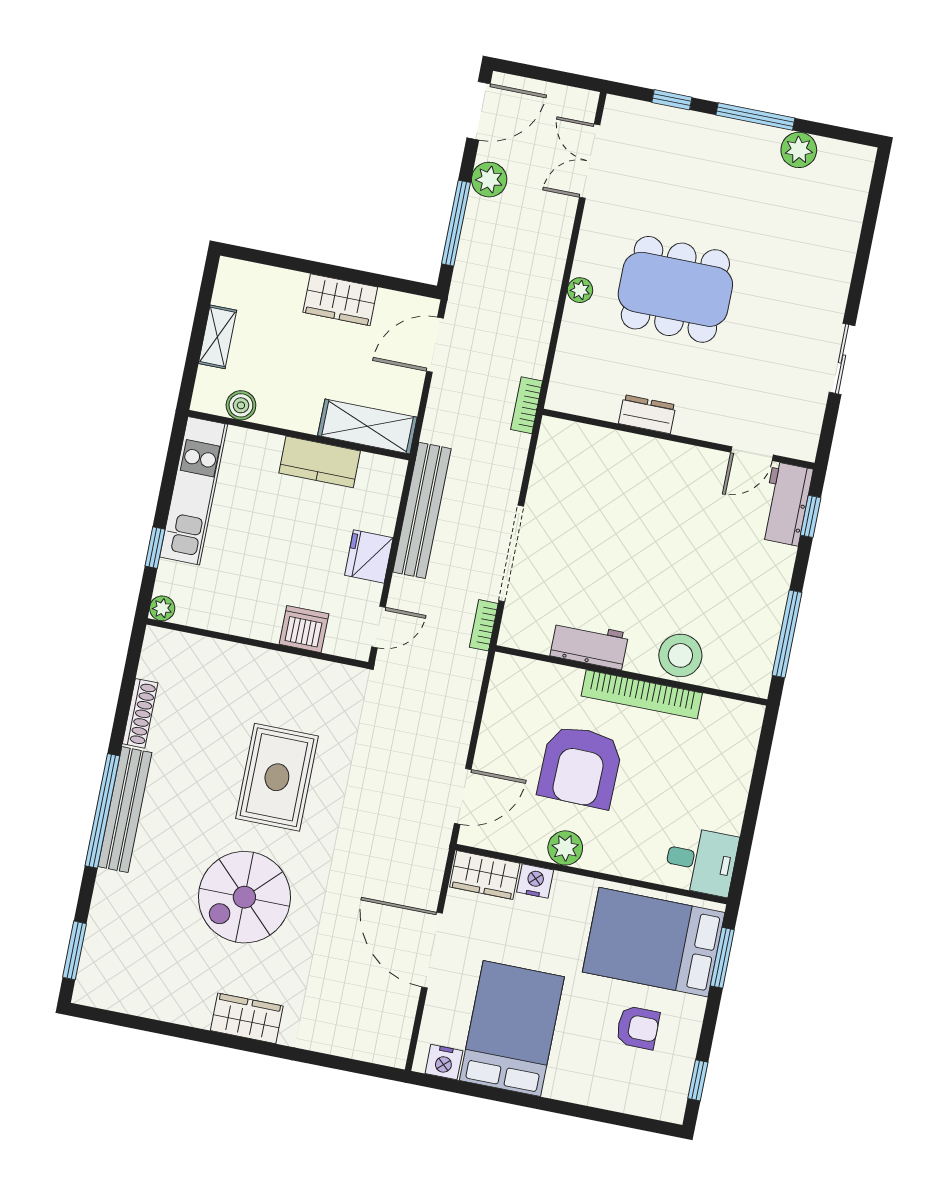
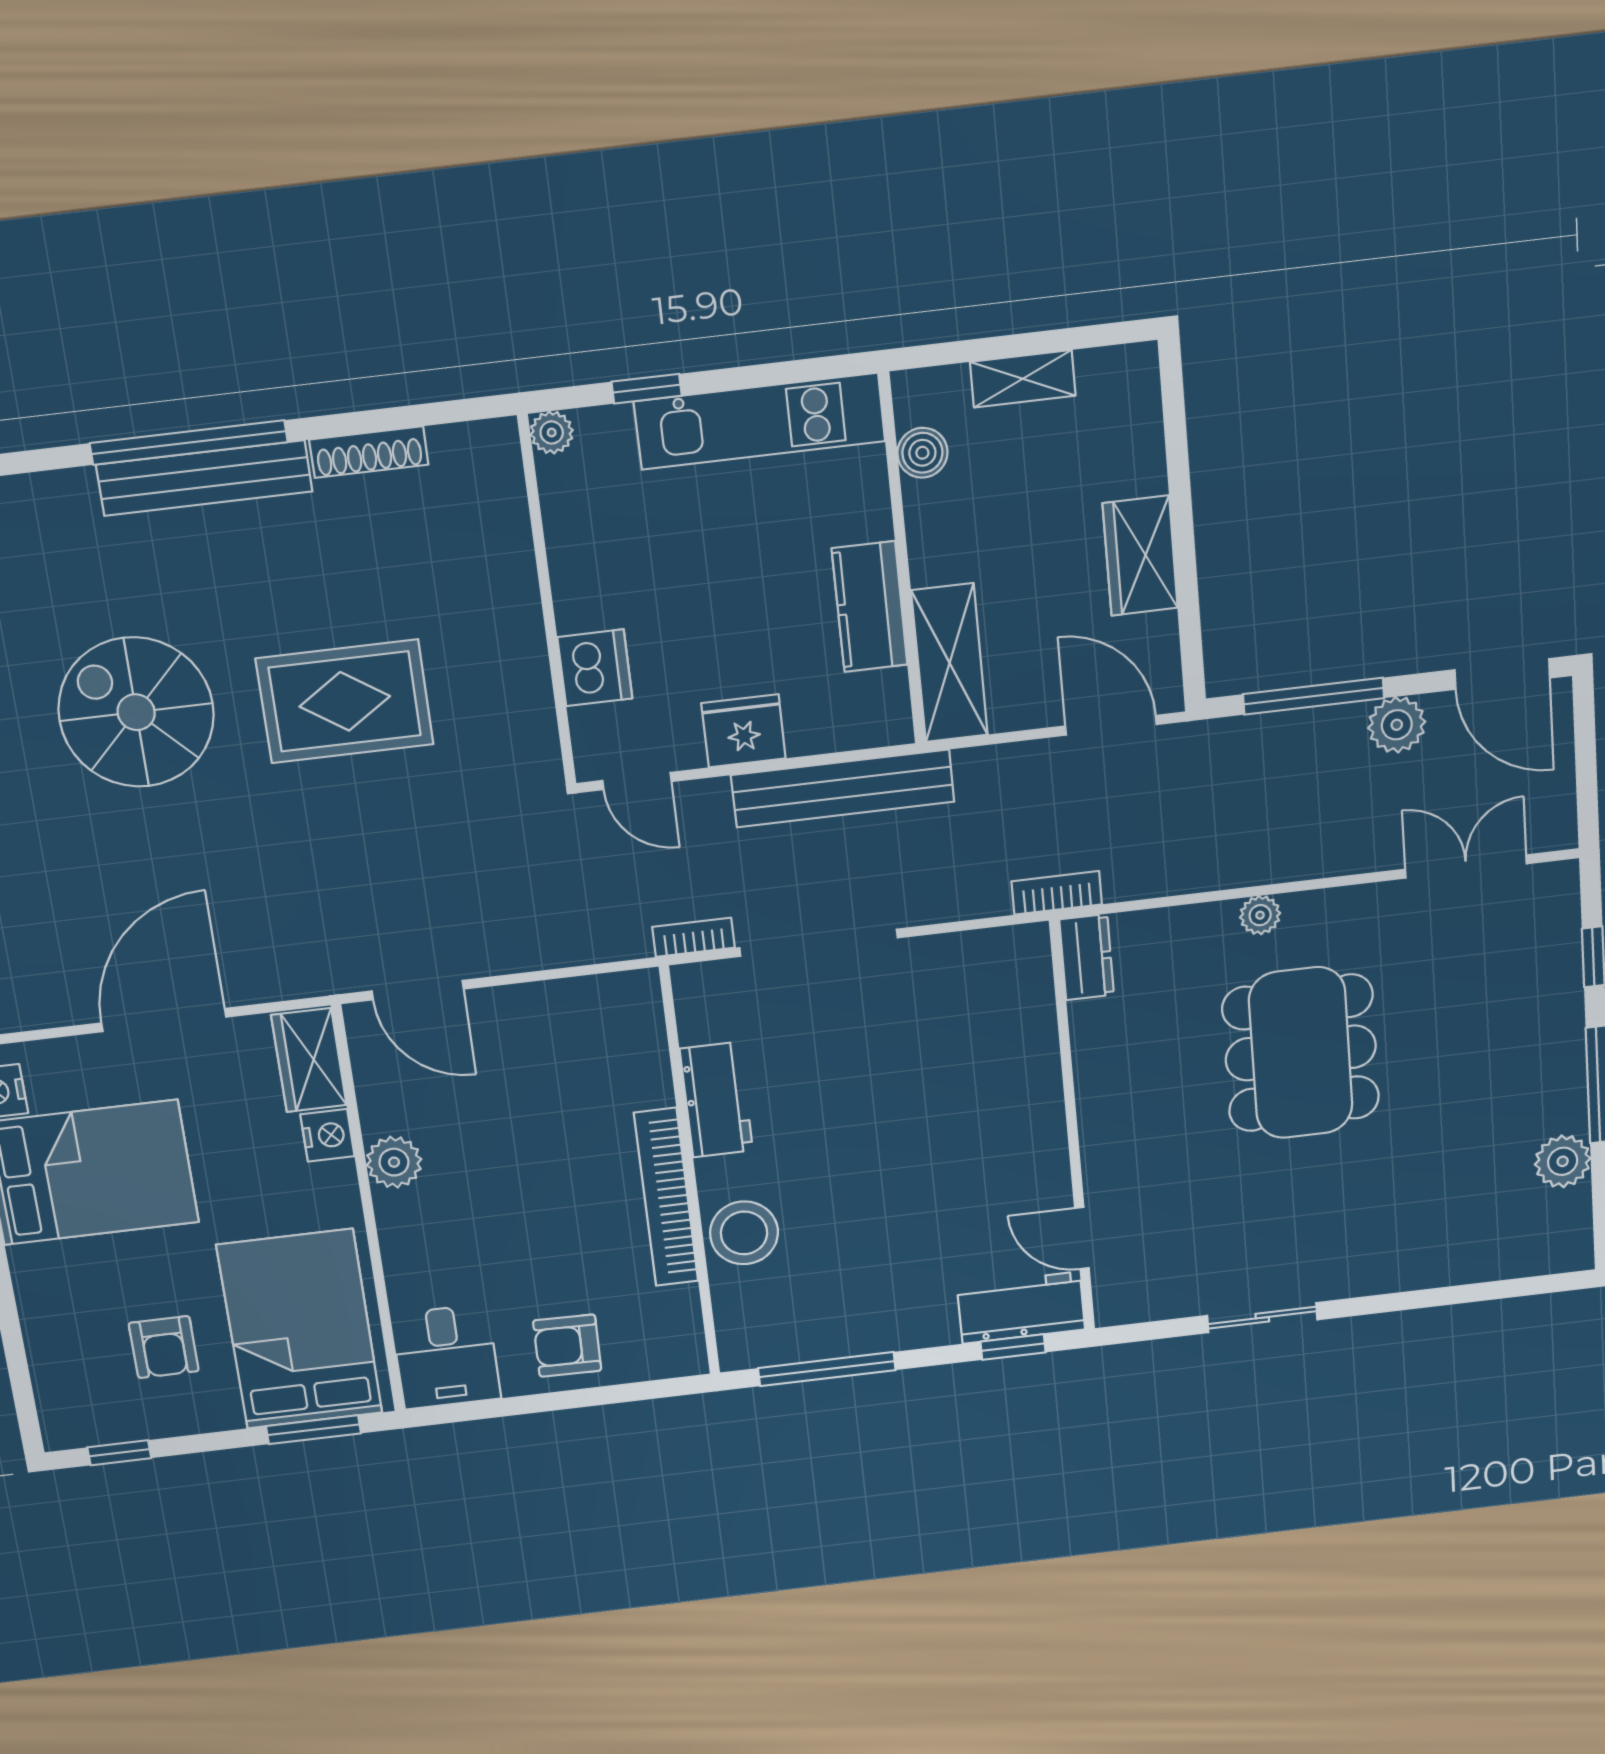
dresser: (647, 414) -> (1087, 957), moved
armchair: (580, 767) -> (567, 1346), moved, width x0.53, depth x0.53

